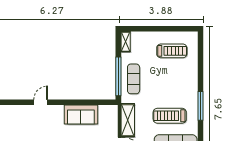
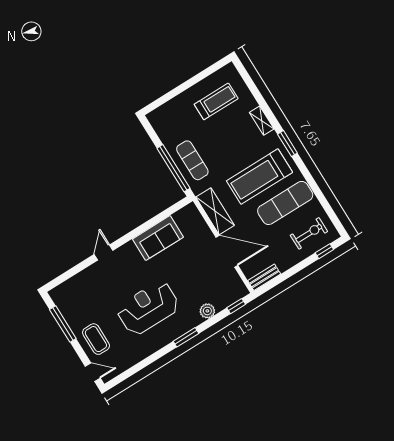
shelving: (126, 42) -> (262, 121), moved
window: (201, 106) -> (287, 144), width x0.69
treadmill: (170, 116) -> (259, 177), width x1.37, depth x1.38

